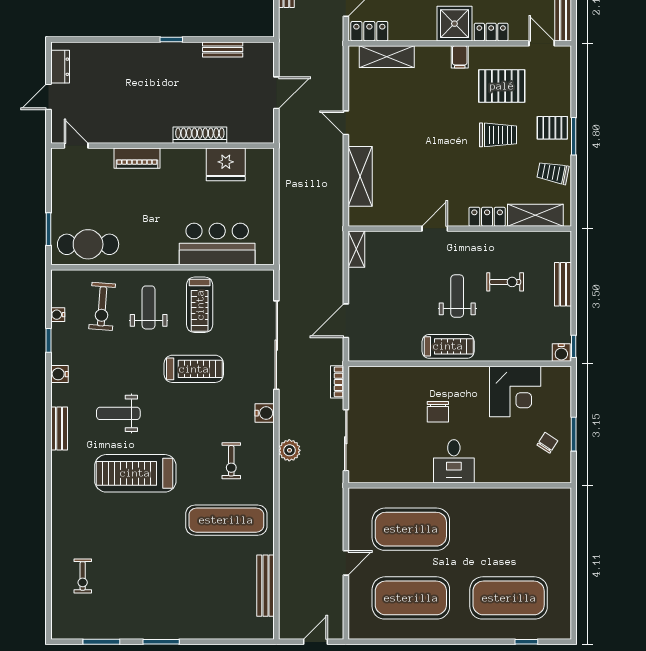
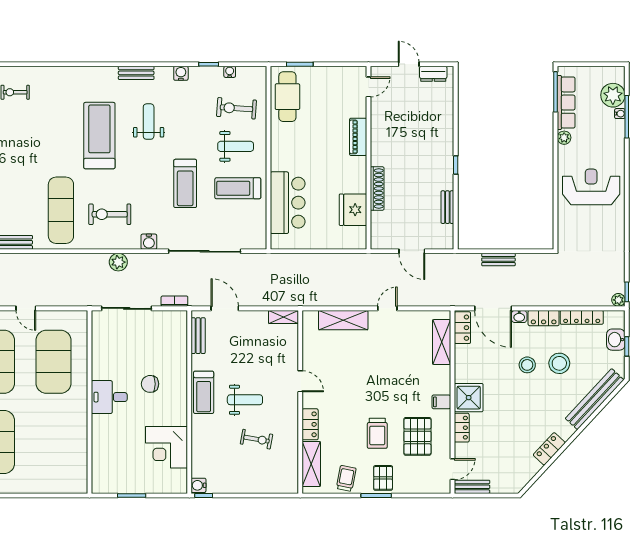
exercise bike: (505, 282) -> (257, 439), turned -80
bench: (563, 284) -> (198, 336), moved, turned 90
chair: (547, 443) -> (124, 474), removed
exercise bike: (231, 461) -> (110, 214), width x1.38, depth x1.39

